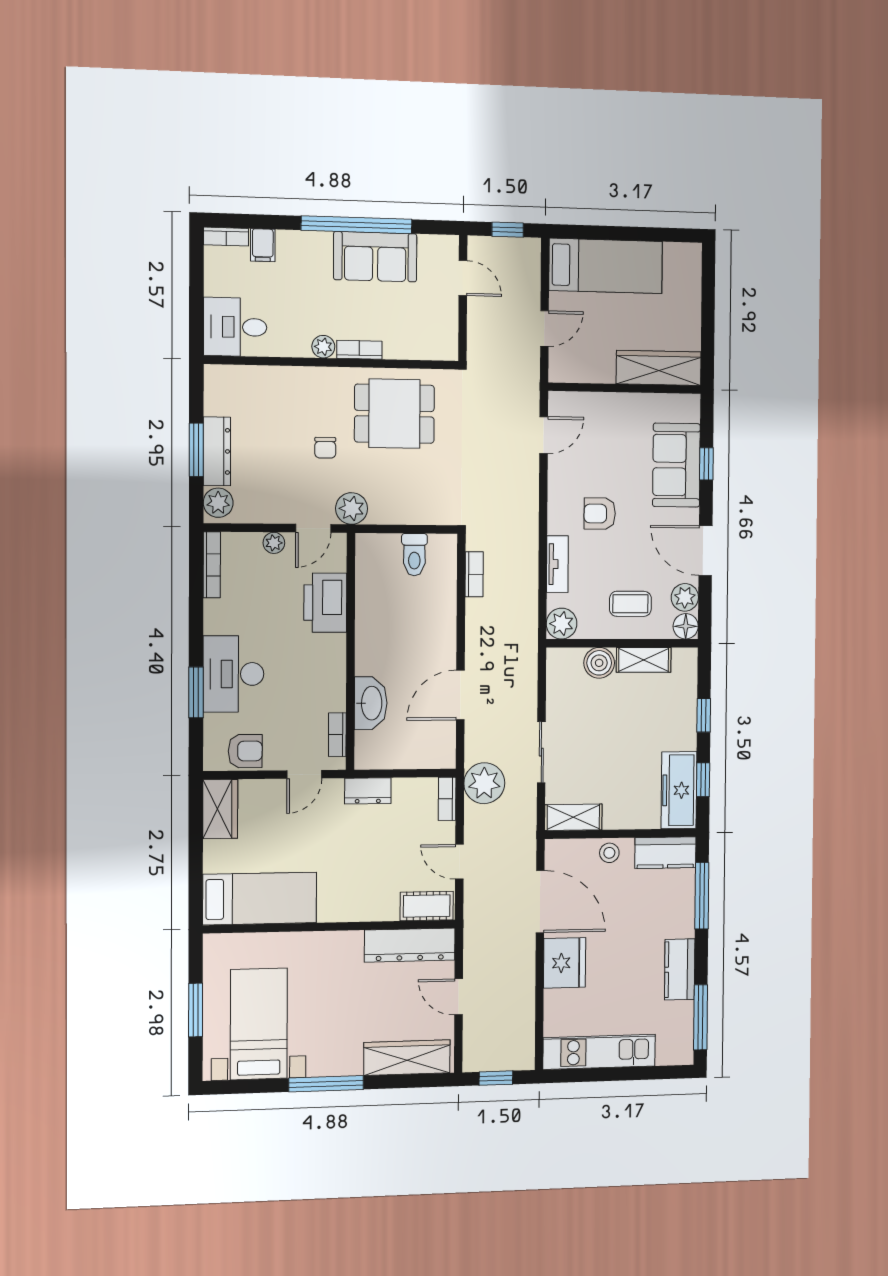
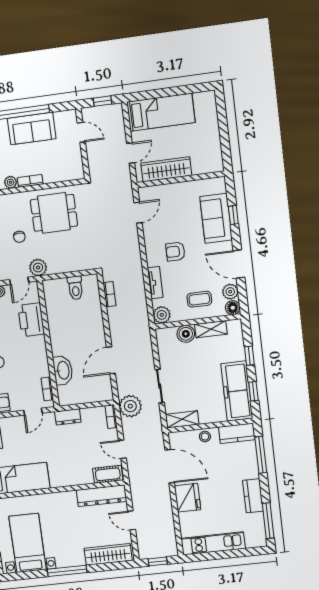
wardrobe: (659, 368) -> (166, 169), moved
freezer: (679, 790) -> (237, 391), width x1.36, depth x1.26

